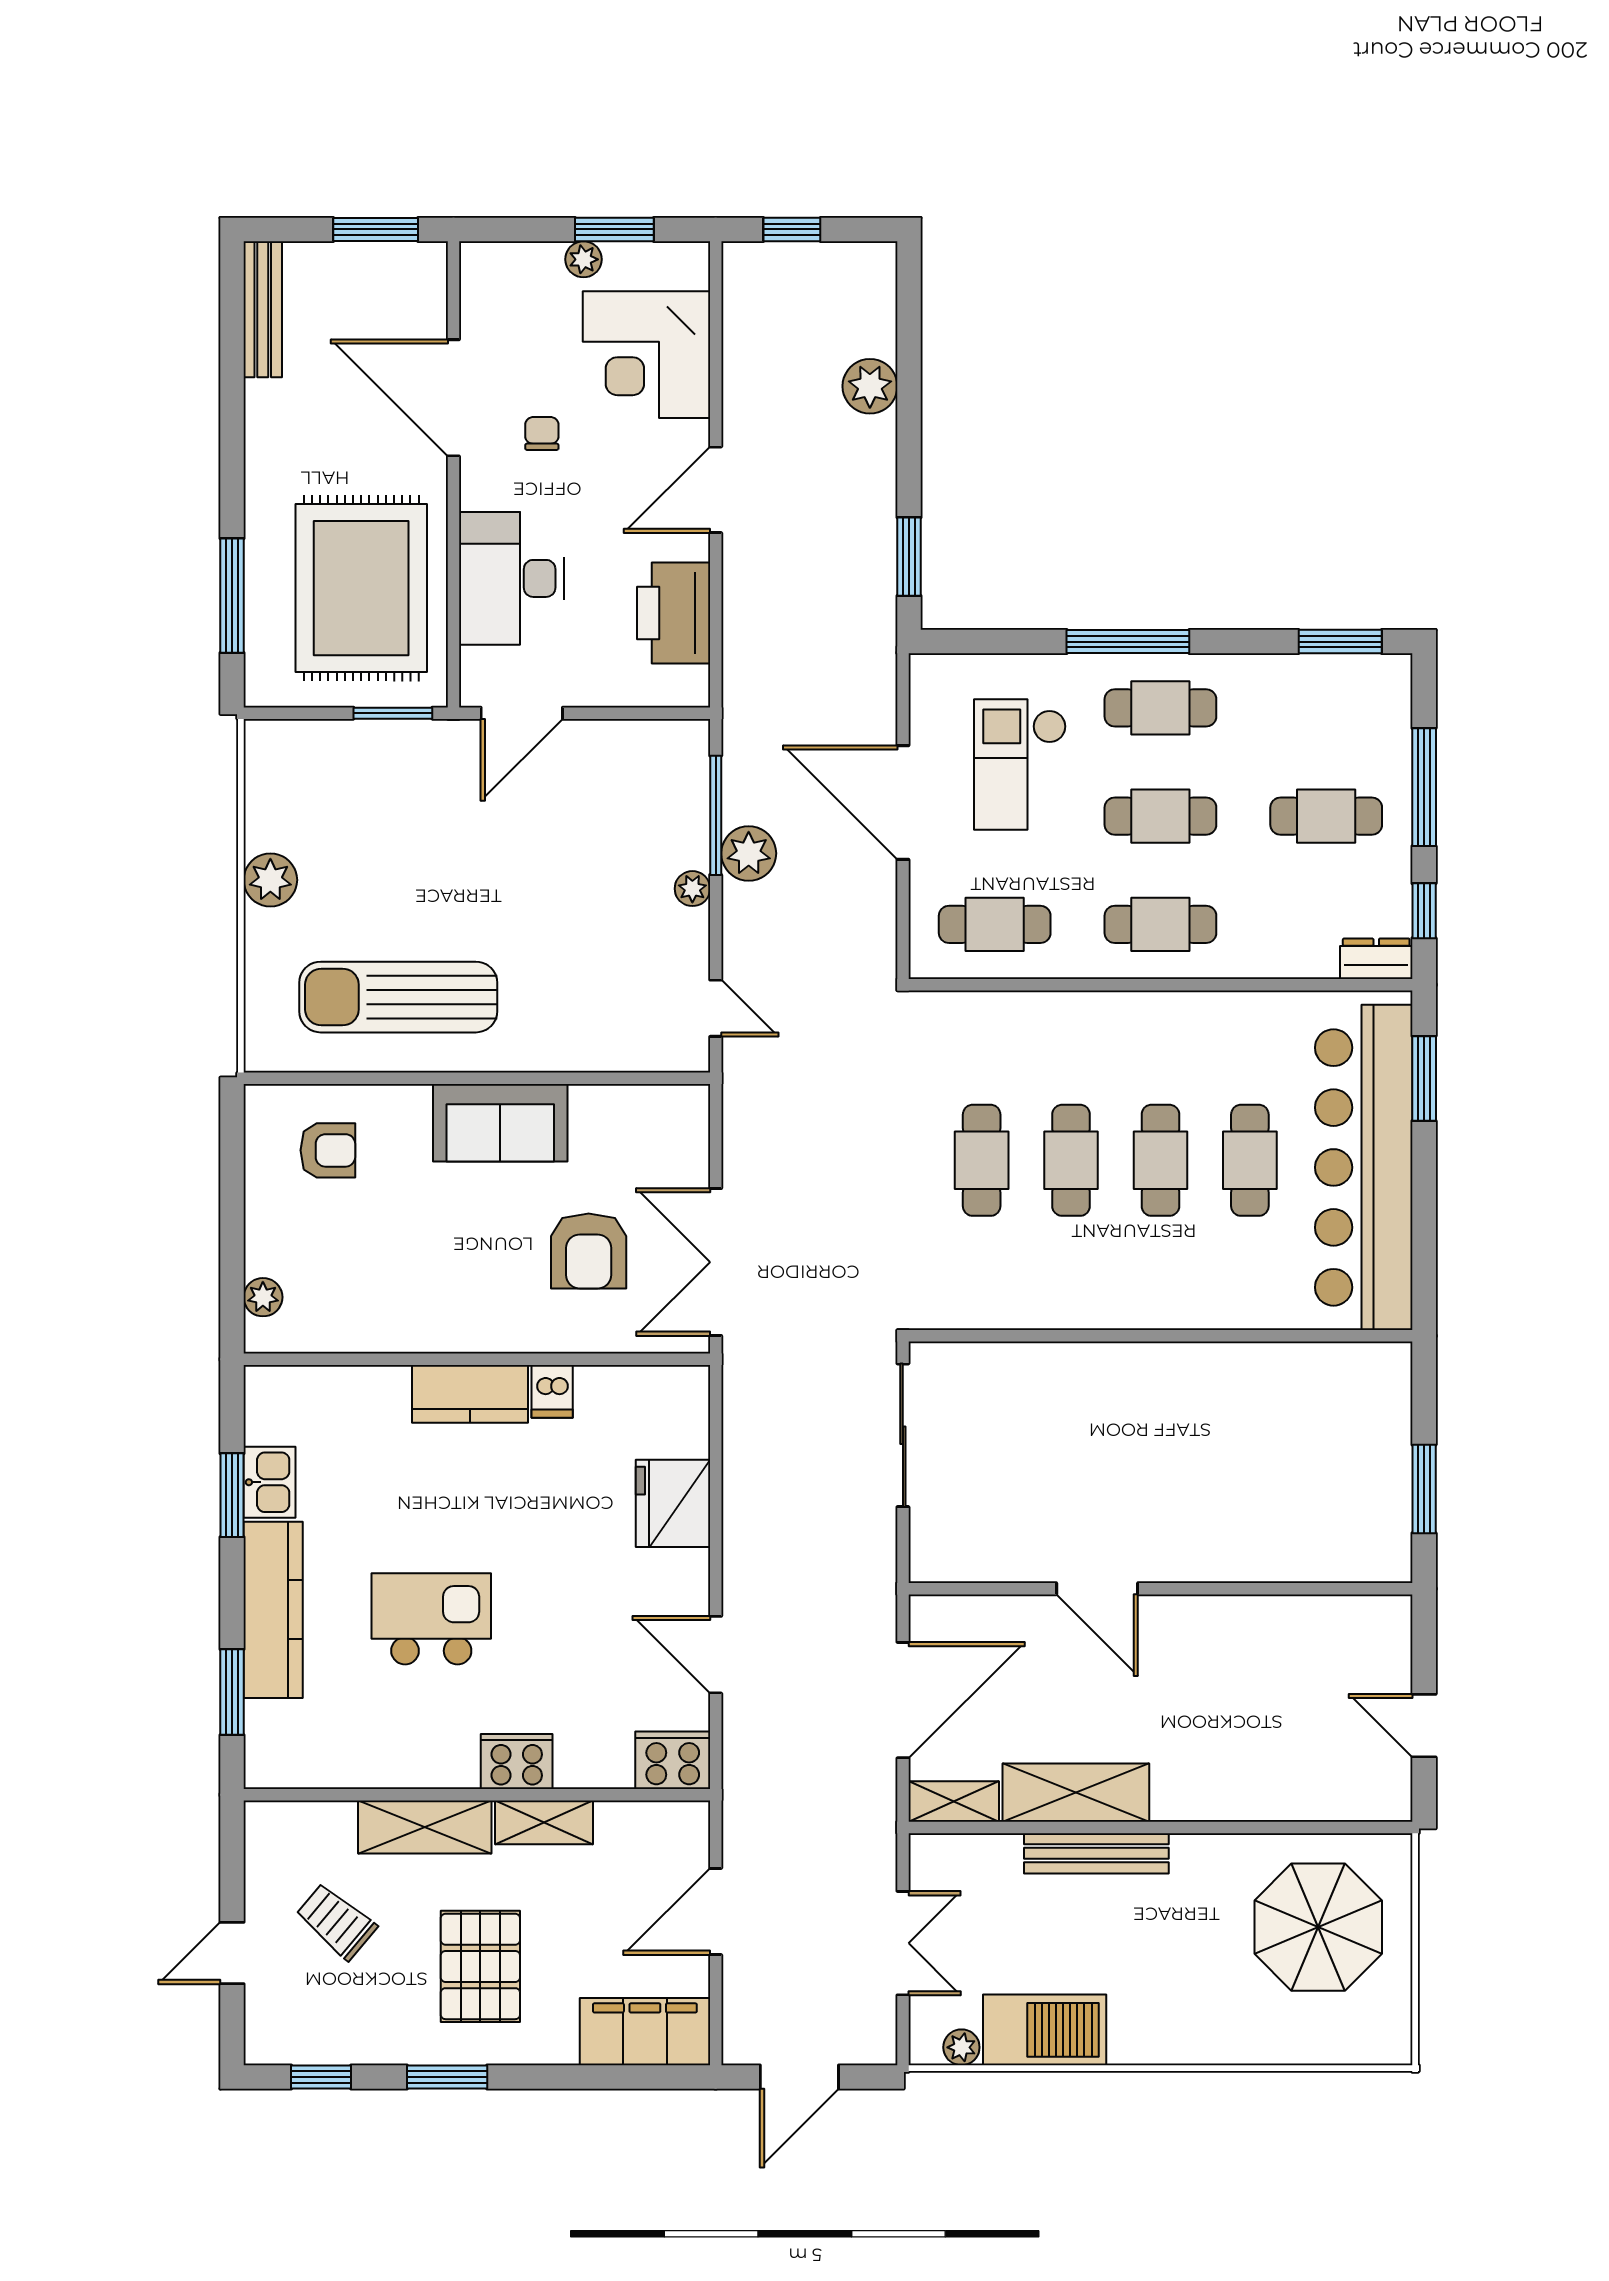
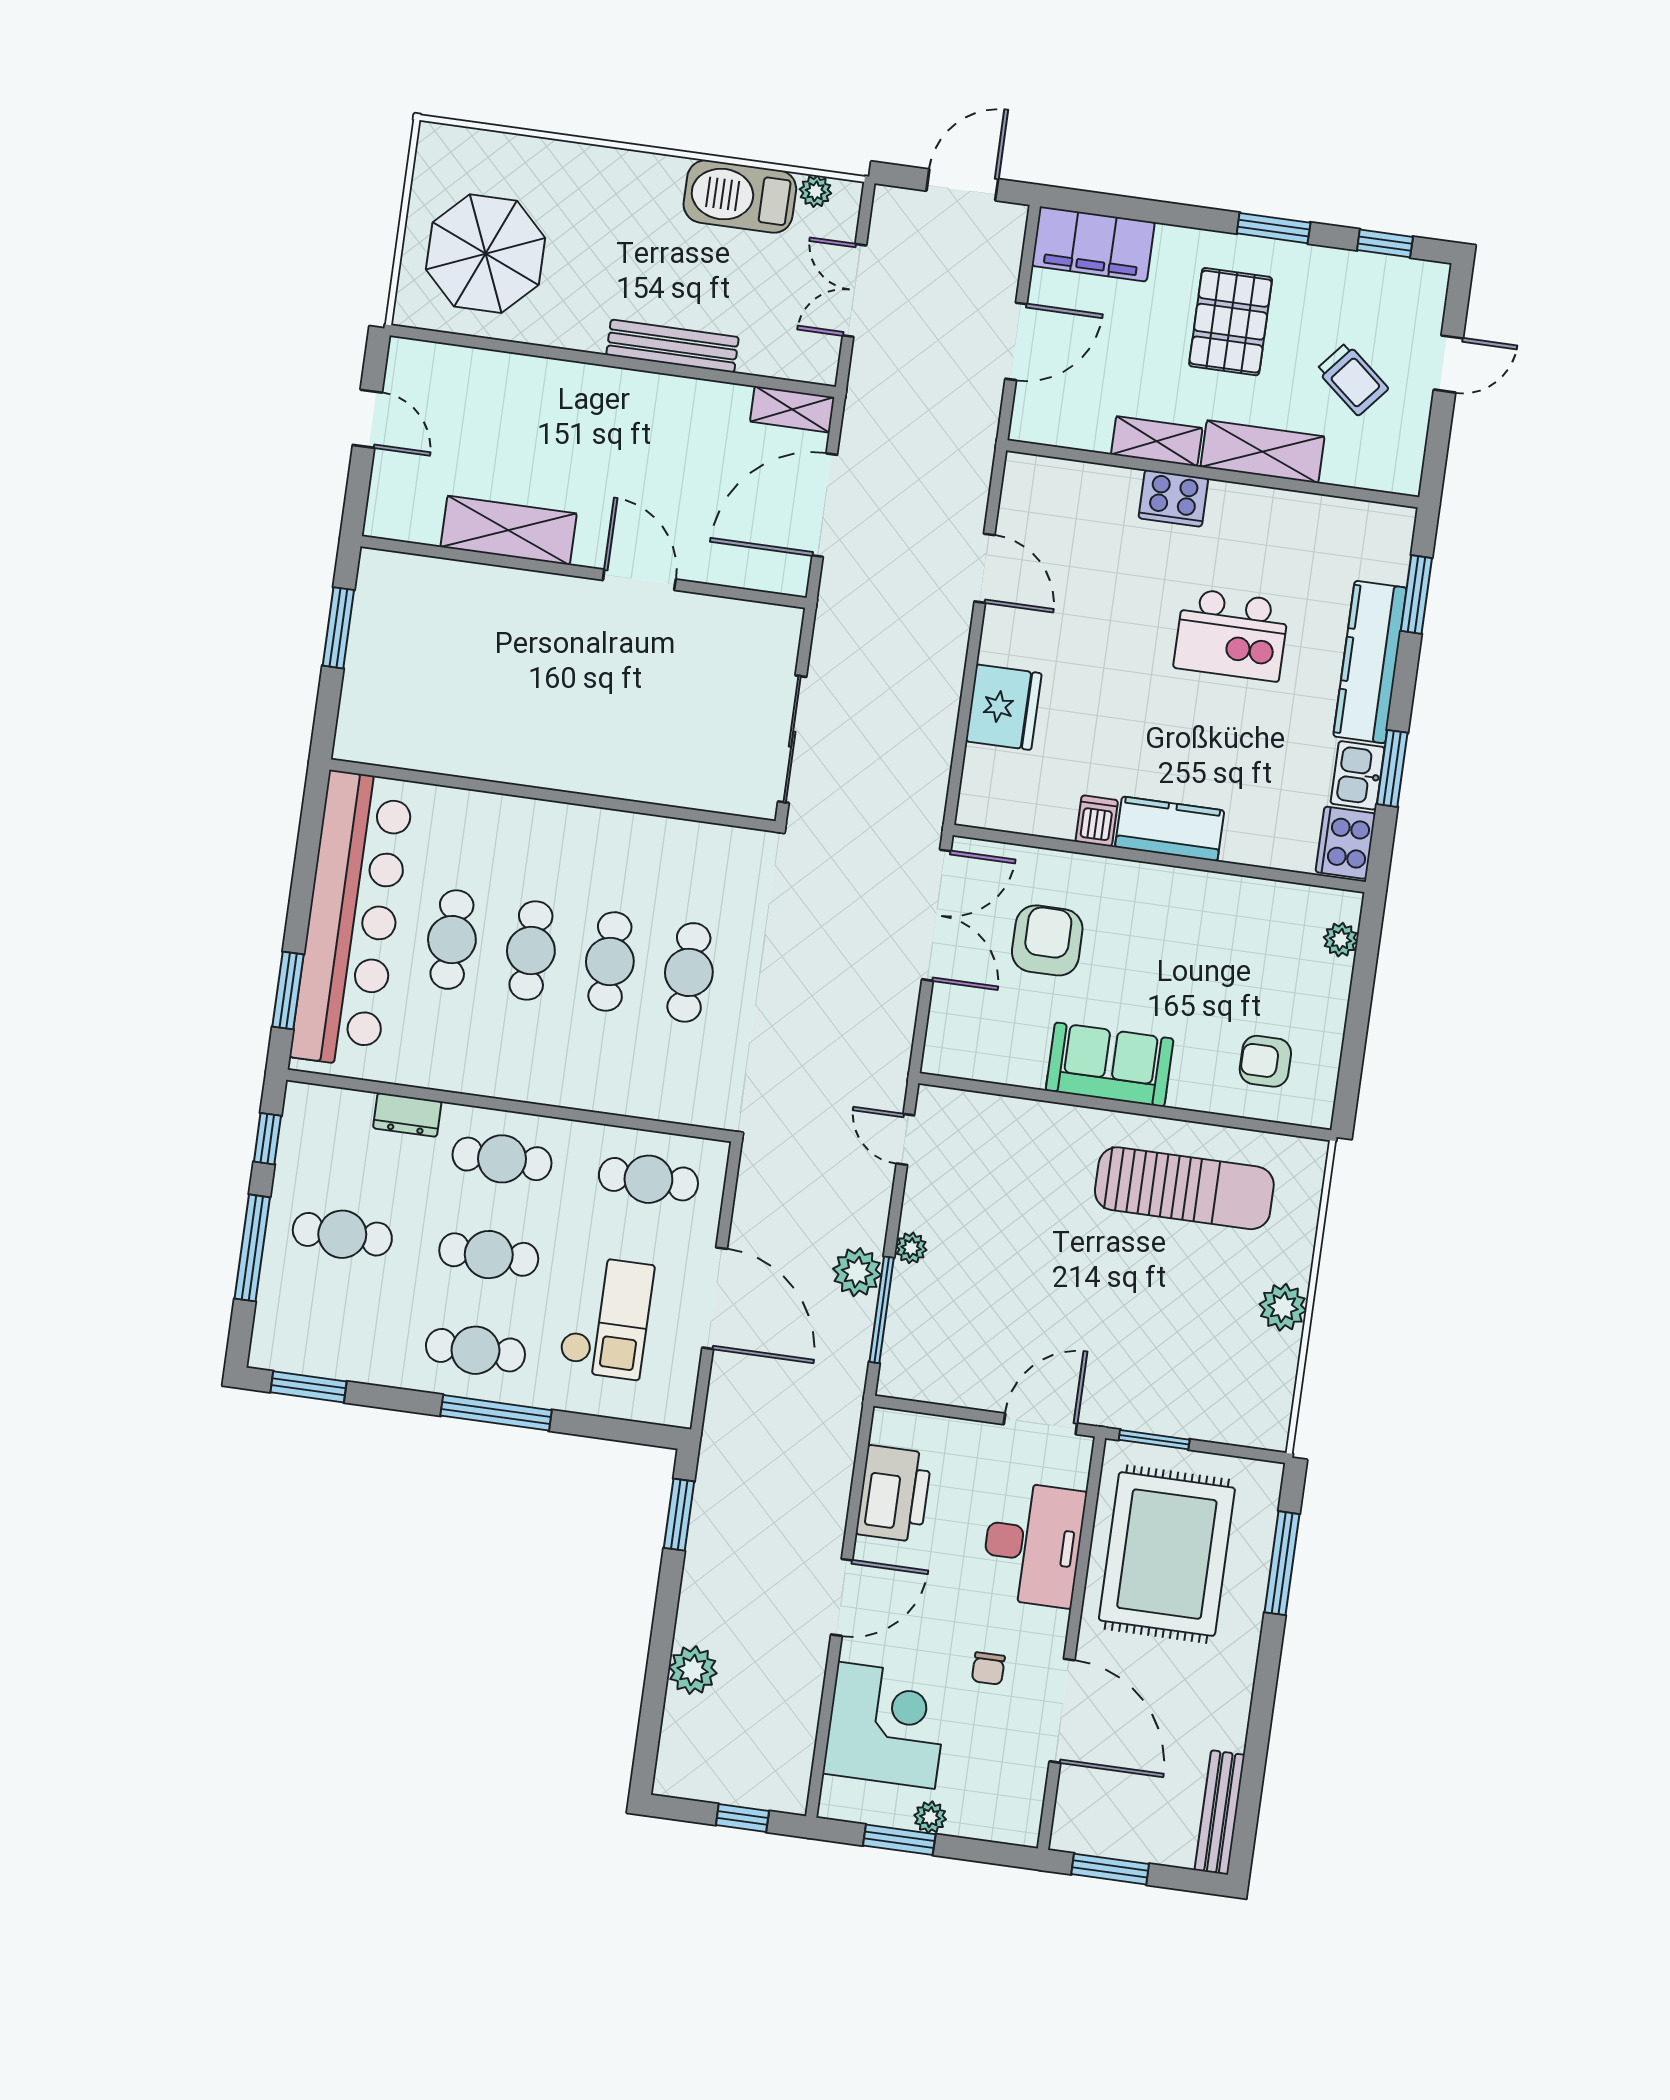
dresser: (1376, 959) -> (407, 1115), moved
cooker: (673, 1760) -> (1345, 843), moved, turned 90
shelving: (1076, 1793) -> (509, 530), moved

